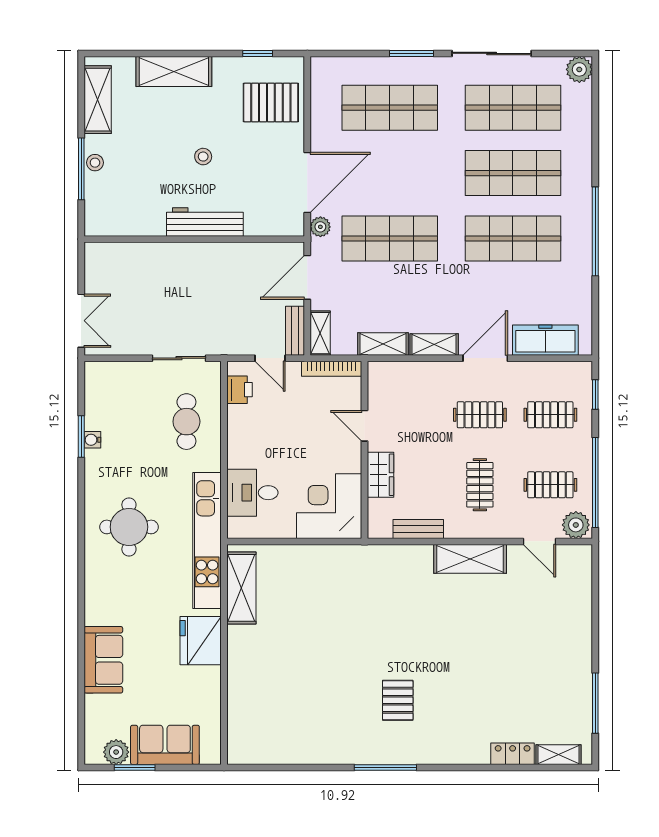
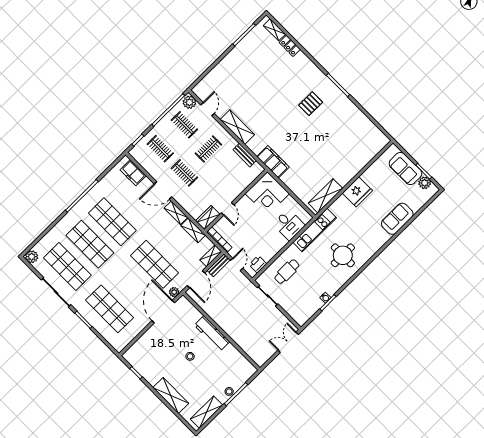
pallet: (271, 103) -> (148, 351), removed
door: (307, 182) -> (163, 312), hinge flipped
door: (307, 277) -> (196, 279), hinge flipped
freezer: (545, 340) -> (133, 173), width x0.71
wardrobe: (380, 475) -> (208, 217), moved
kitchen unit: (207, 541) -> (315, 230), width x0.73
filing cabinet: (367, 561) -> (273, 162), added

